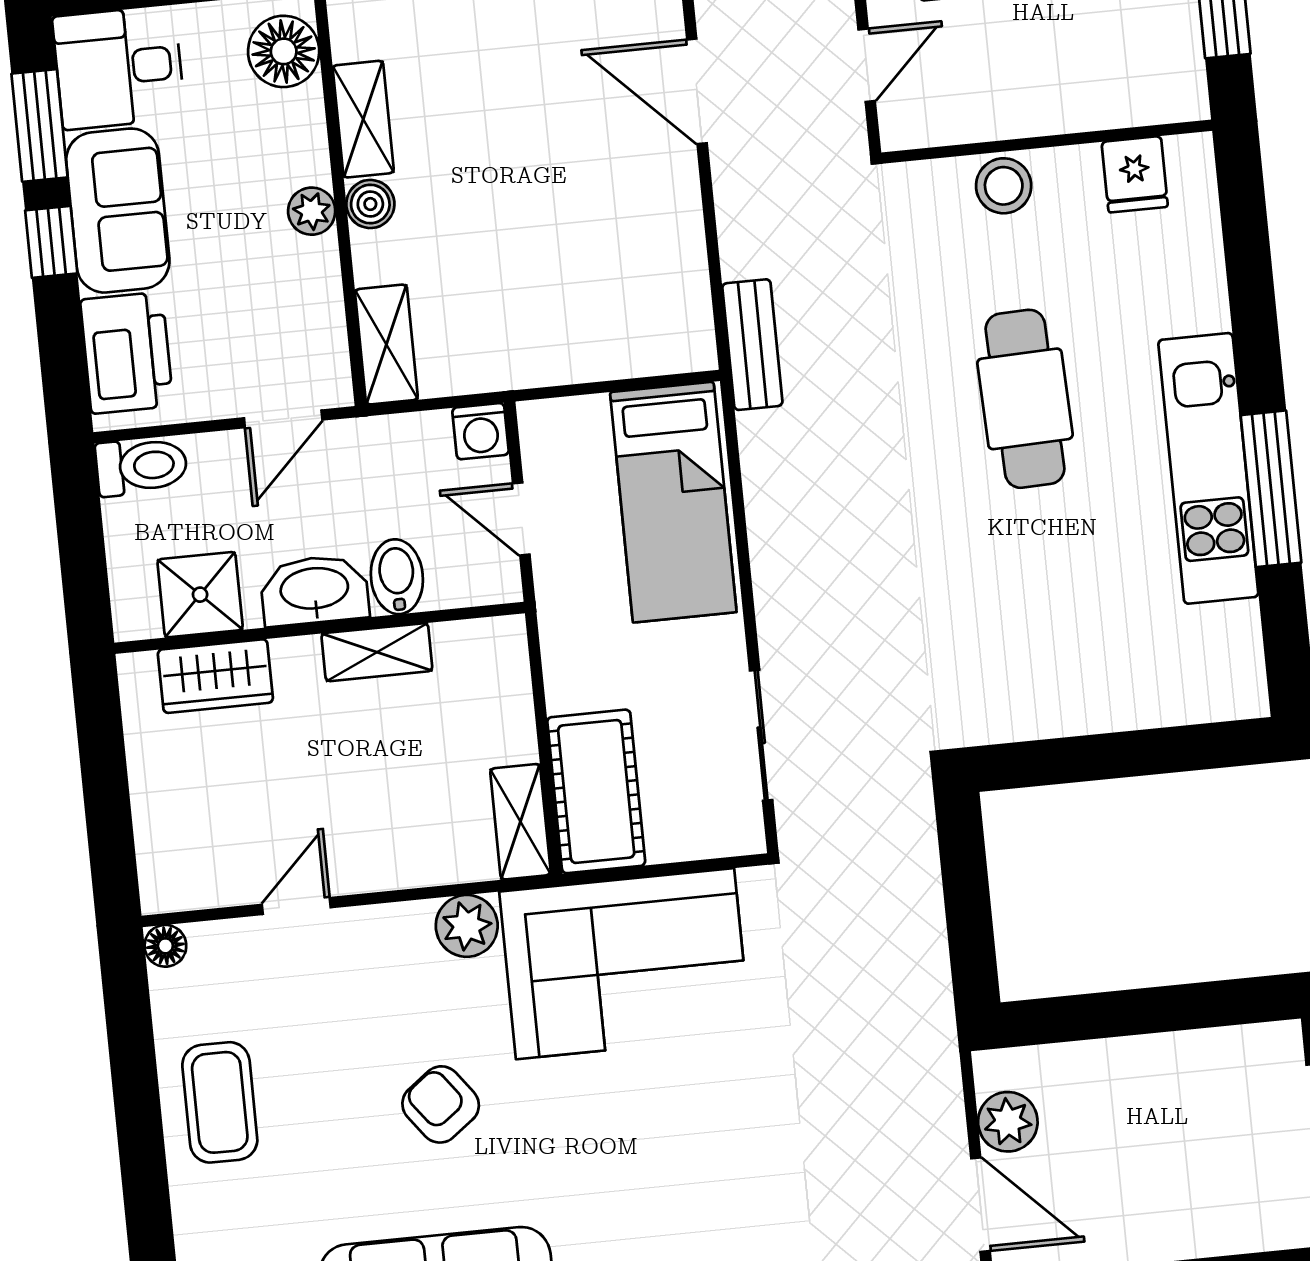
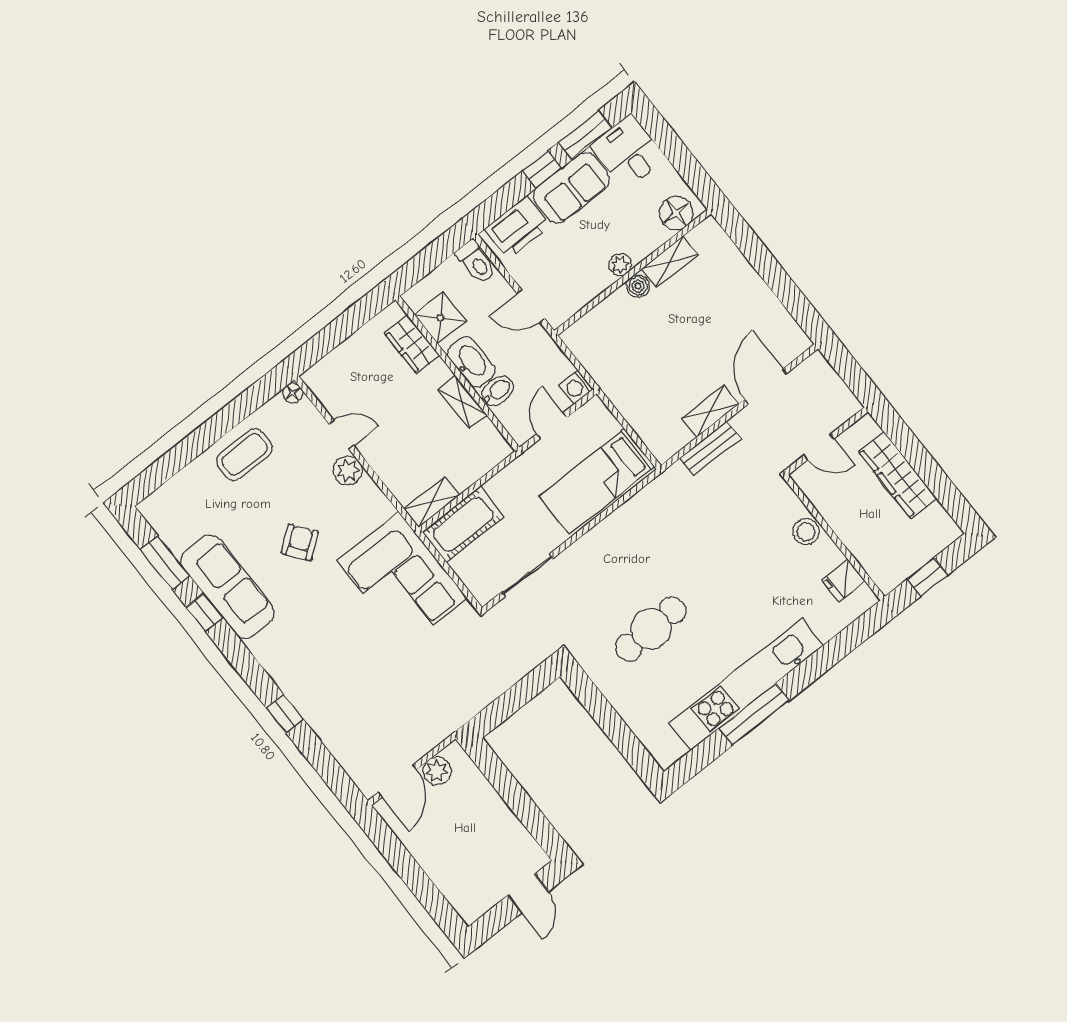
shelving: (386, 345) -> (710, 411), moved
bench: (752, 345) -> (710, 448), moved
cafe table: (1025, 399) -> (651, 629), moved
kitchen unit: (1208, 468) -> (746, 684), width x1.36
plant: (467, 926) -> (348, 470), moved

